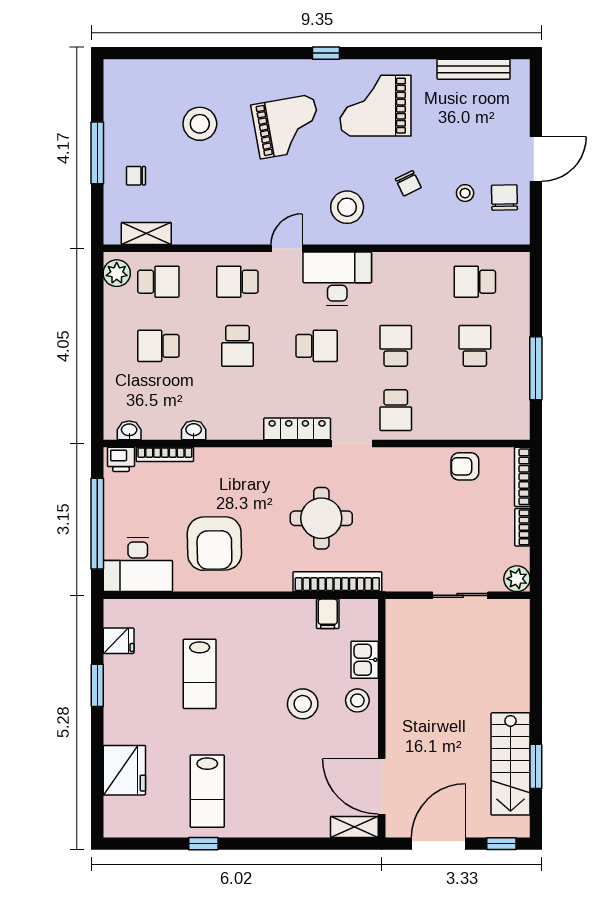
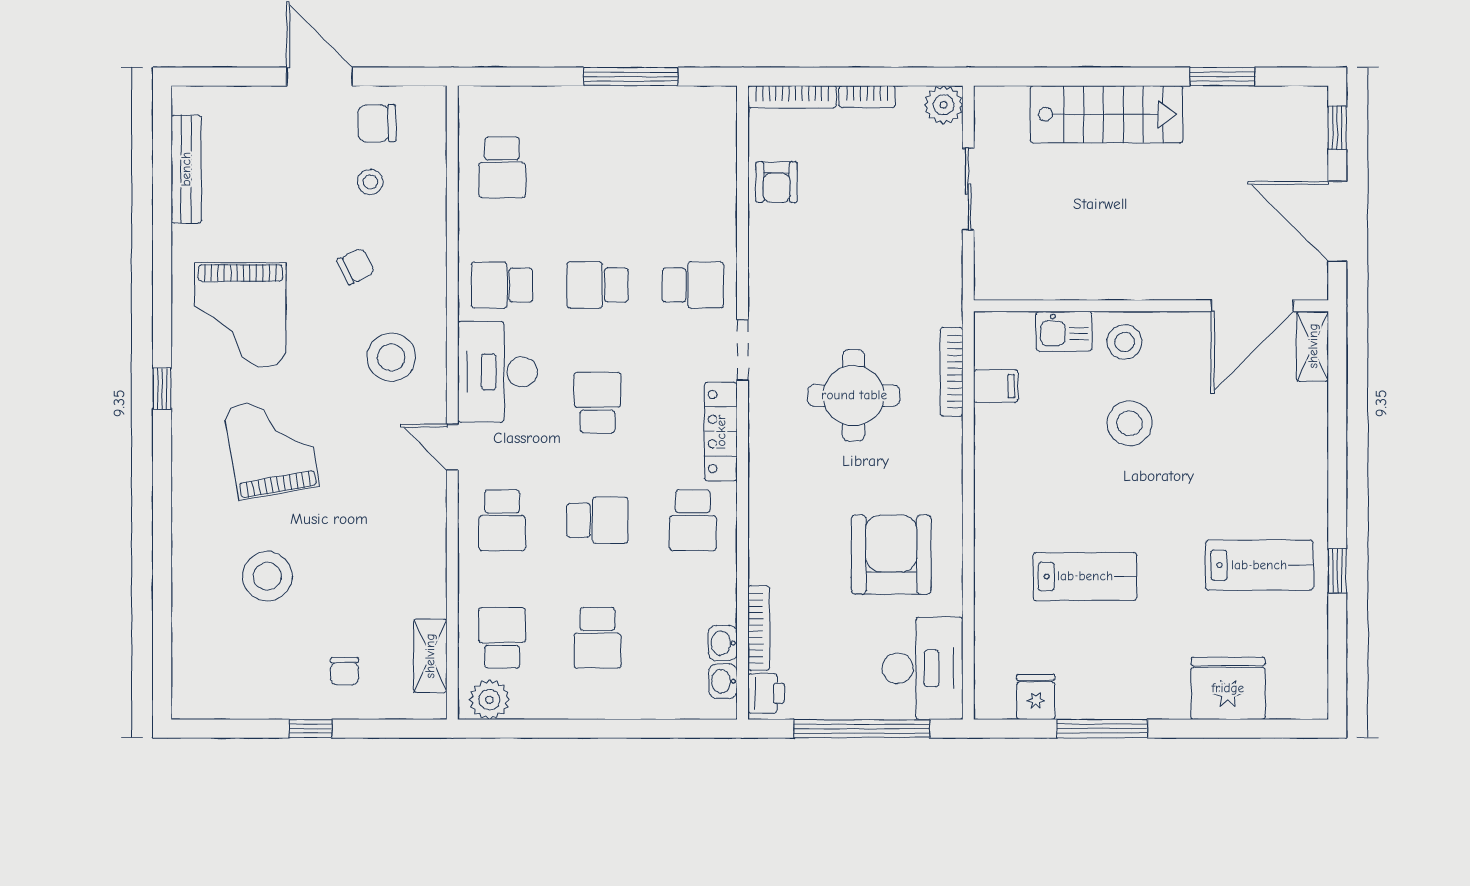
window: (97, 153) -> (311, 729), width x0.46
school desk: (475, 346) -> (502, 285), moved
school desk: (237, 410) -> (693, 520), added
washbasin: (194, 430) -> (723, 643), moved
armchair: (214, 544) -> (891, 555), turned -89
bookcase: (337, 582) -> (951, 372), width x0.68, depth x0.76
window: (97, 685) -> (1102, 729), width x1.44
stairs: (511, 764) -> (1106, 114), moved

